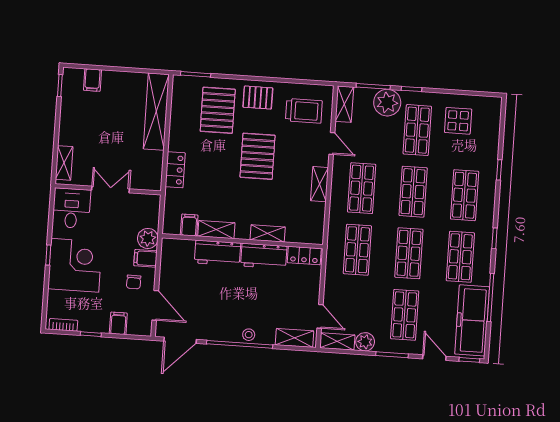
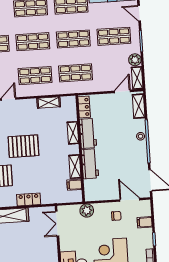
locker: (175, 170) -> (29, 199), moved
shelving: (319, 184) -> (49, 103), moved
double door: (110, 190) -> (57, 224), moved
filing cabinet: (145, 258) -> (100, 210), removed
door: (155, 305) -> (130, 200), hinge flipped
door: (434, 358) -> (139, 13), hinge flipped

